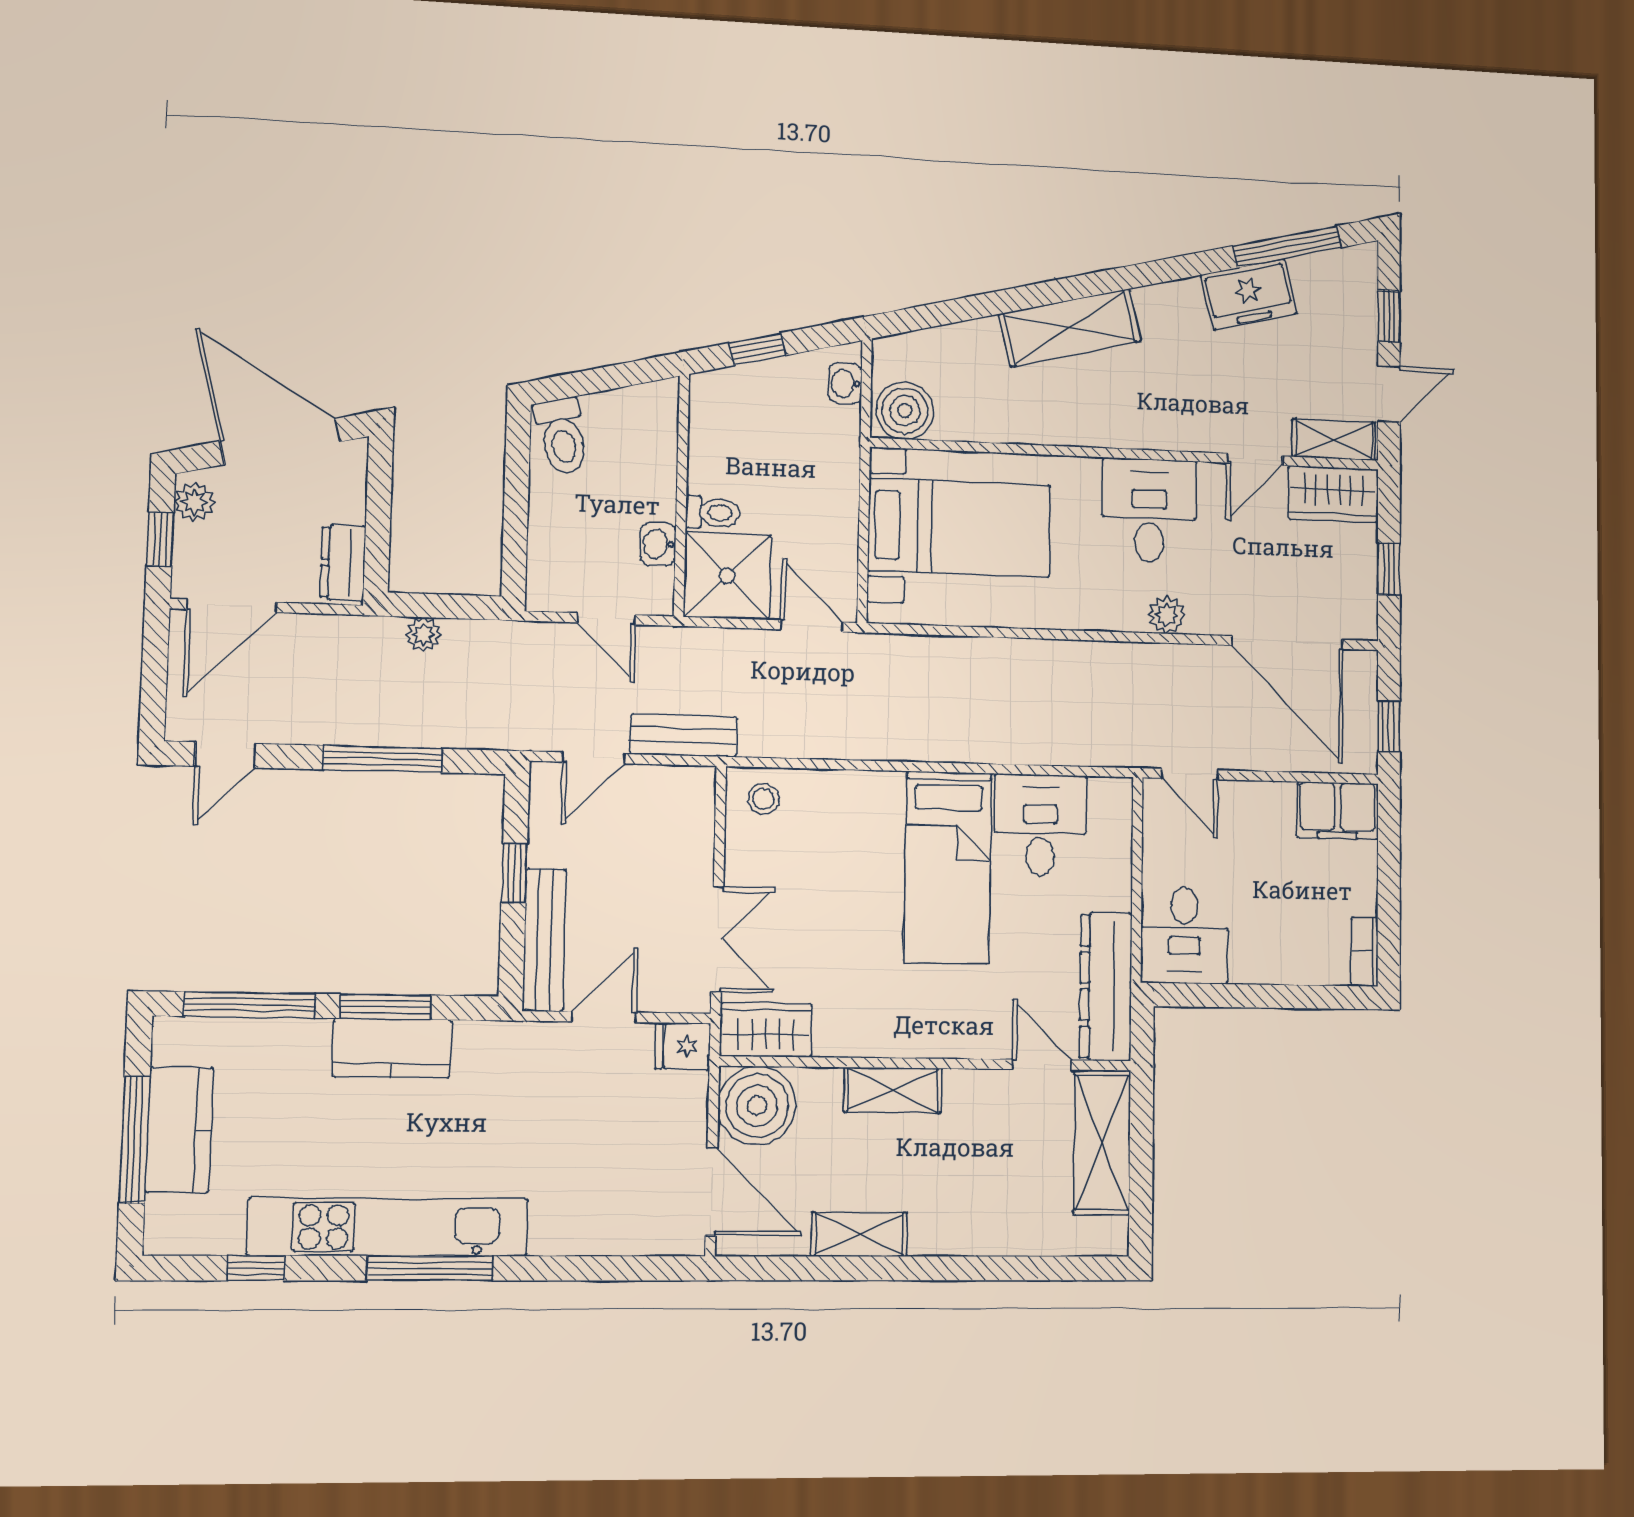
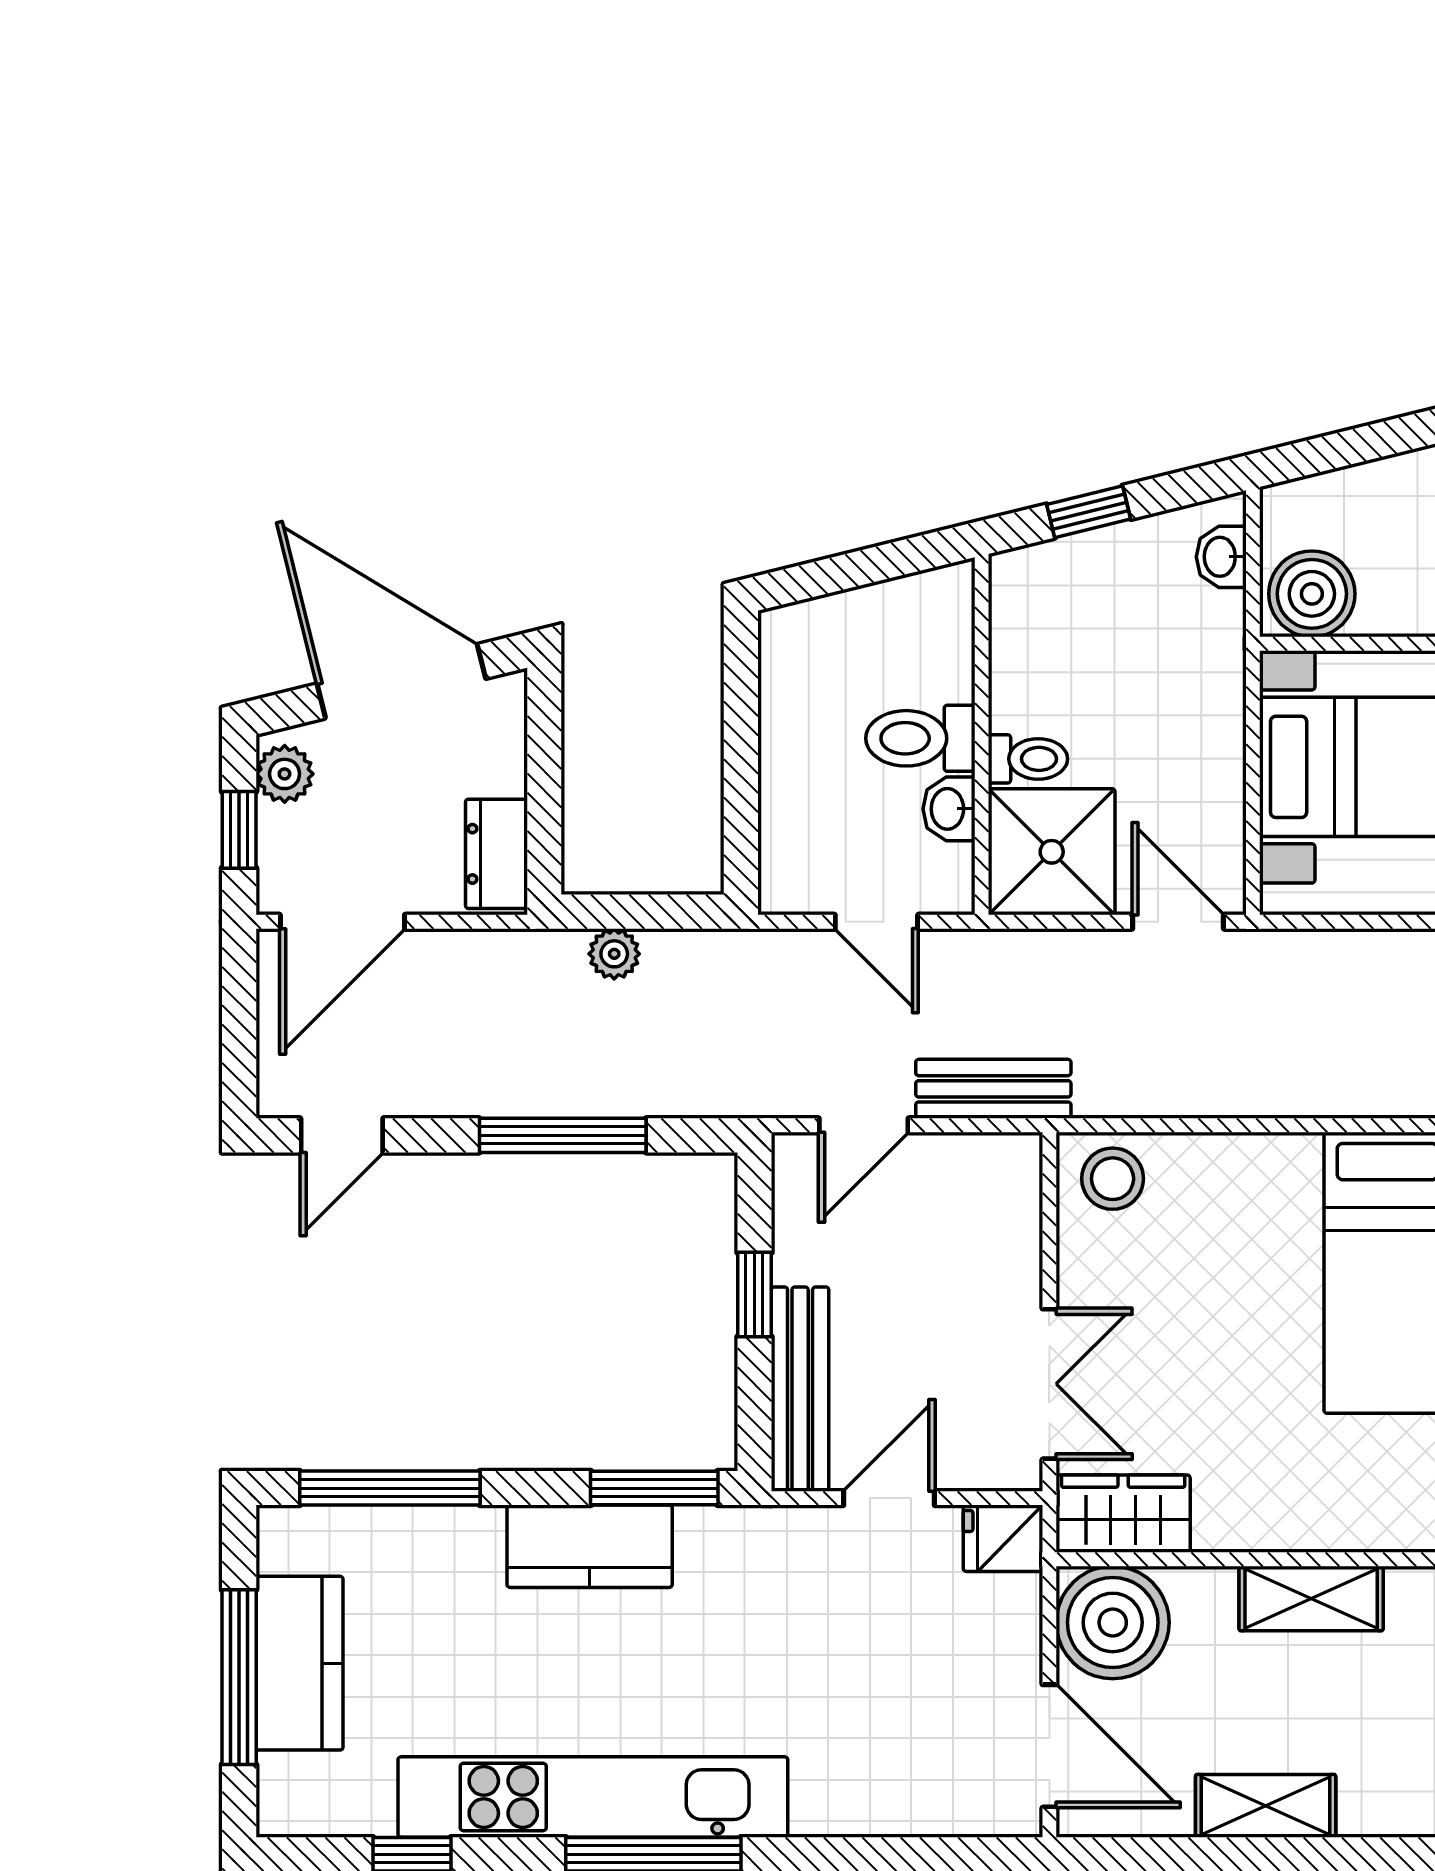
toilet: (562, 436) -> (920, 738), moved, turned 104
stool: (764, 799) -> (1113, 1179), width x1.37, depth x1.37
window: (385, 1007) -> (654, 1488), moved

